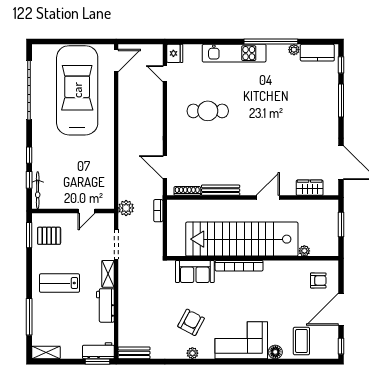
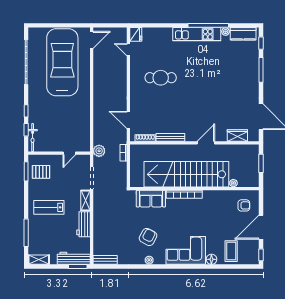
kitchen unit: (234, 53) -> (197, 34), moved
workbench: (98, 351) -> (74, 258), width x1.38

